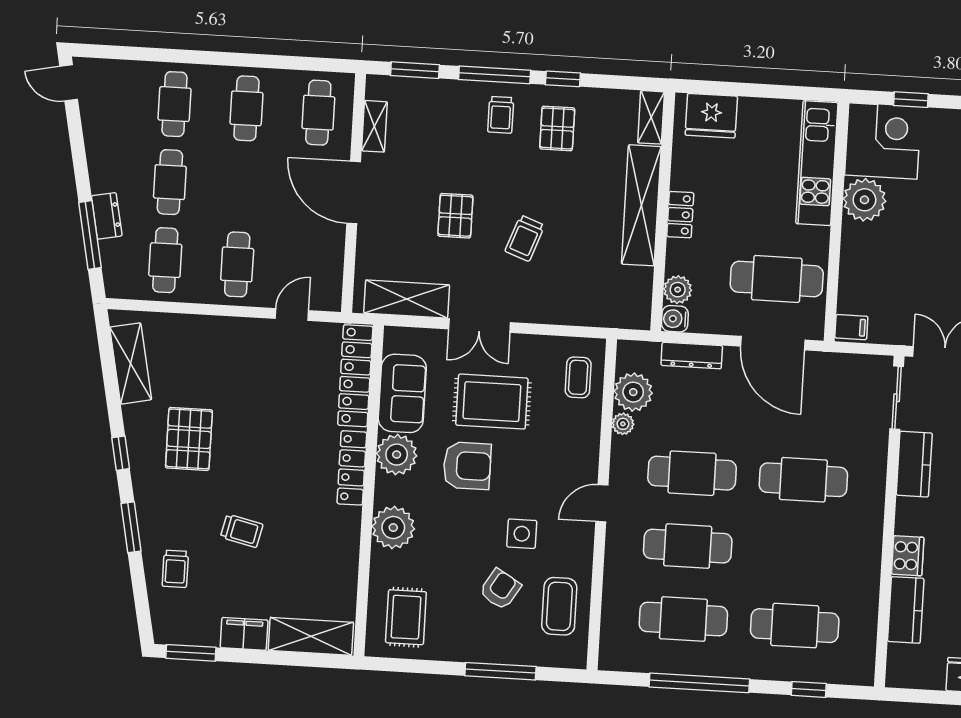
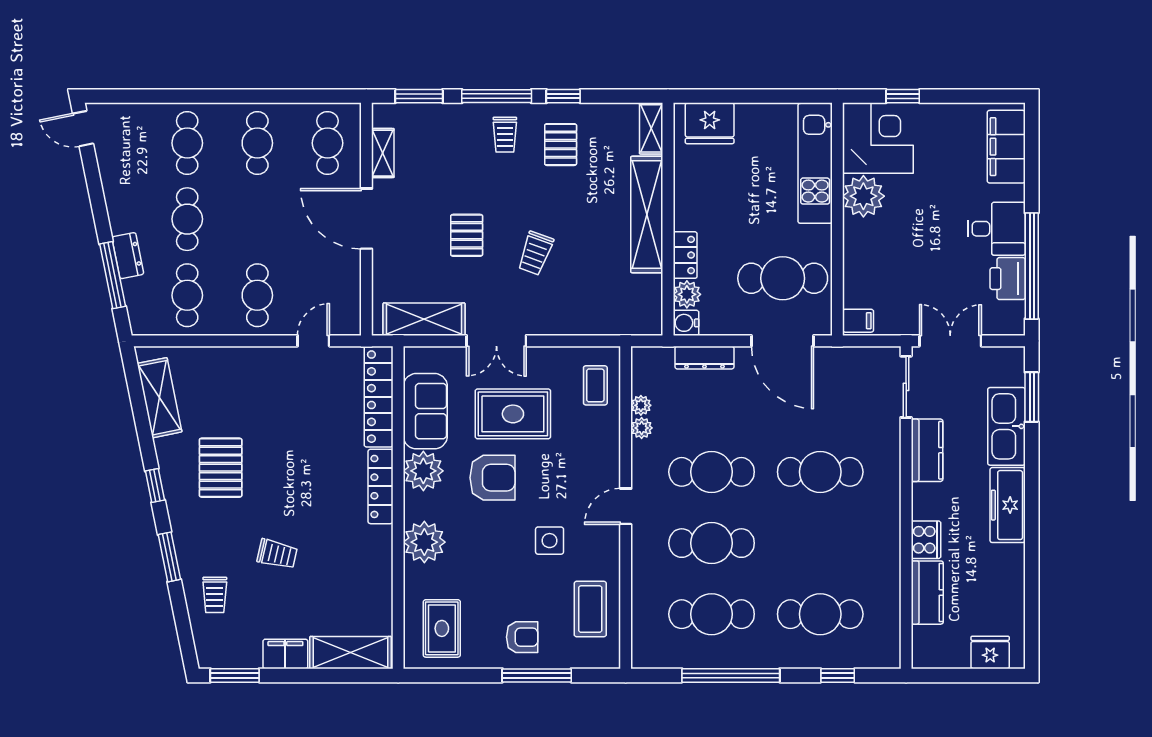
locker: (680, 215) -> (685, 255), moved
plant: (633, 392) -> (641, 405), width x0.53, depth x0.53
armchair: (500, 589) -> (522, 637), moved, turned 59

